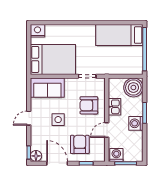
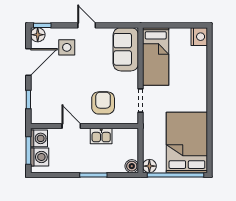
bed: (119, 35) -> (187, 142), width x1.50
bed: (53, 59) -> (156, 56), width x0.67
floor lamp: (138, 69) -> (149, 166), added
boiler: (133, 88) -> (132, 166), width x0.54, depth x0.54
side table: (58, 120) -> (67, 47), moved
washing machine: (136, 123) -> (40, 157), moved, turned 90
armchair: (80, 144) -> (53, 91), removed

